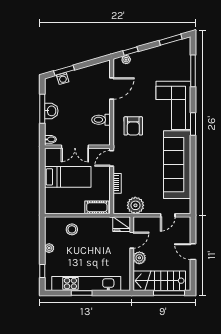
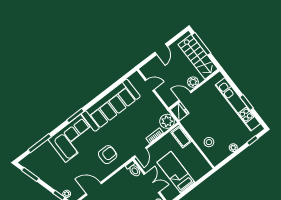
toilet: (101, 120) -> (134, 169), moved
door: (112, 158) -> (141, 152), hinge flipped
plant: (135, 205) -> (167, 121), moved

